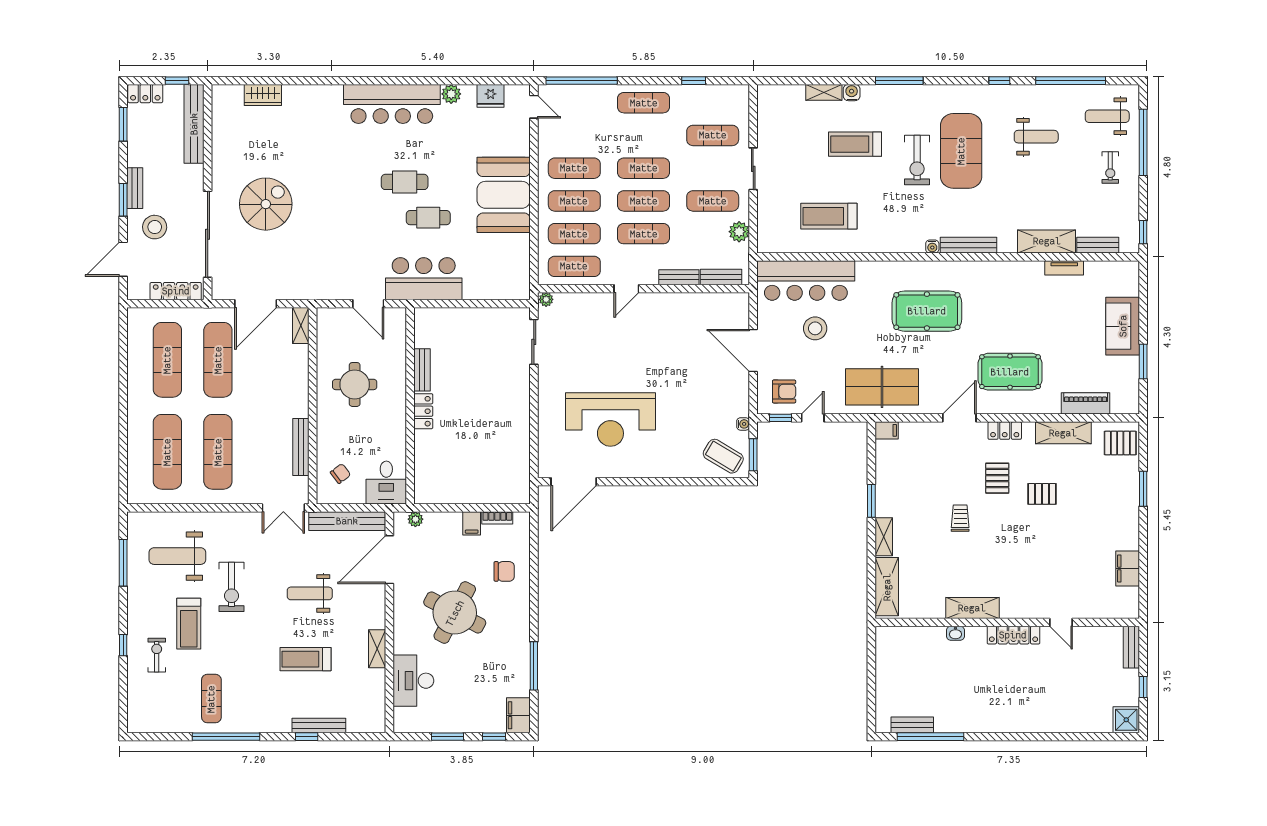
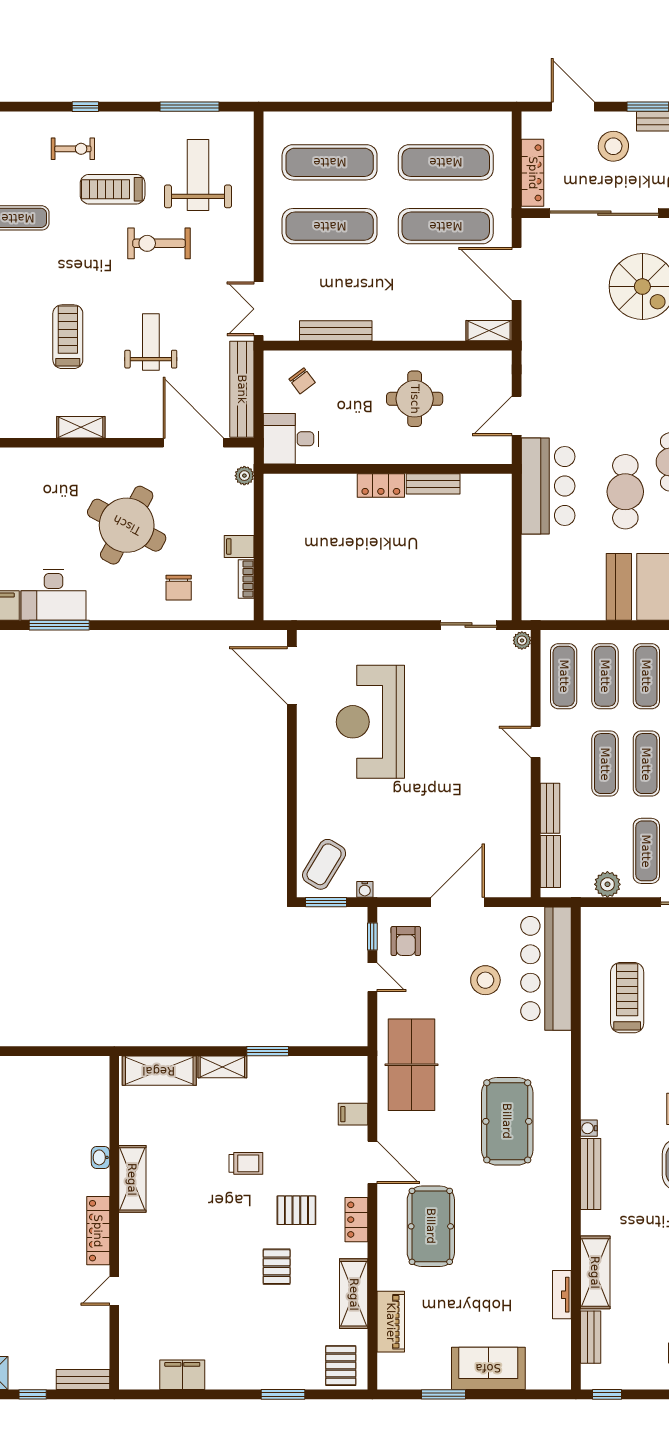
cafe table: (428, 218) -> (625, 492), width x1.37, depth x1.35
filing cabinet: (887, 430) -> (353, 1114), moved, turned 90
desk: (413, 681) -> (54, 595), moved, turned 180

